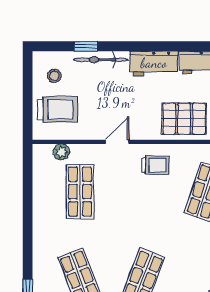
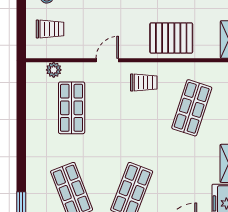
trolley: (58, 109) -> (50, 29), width x0.73, depth x0.72

